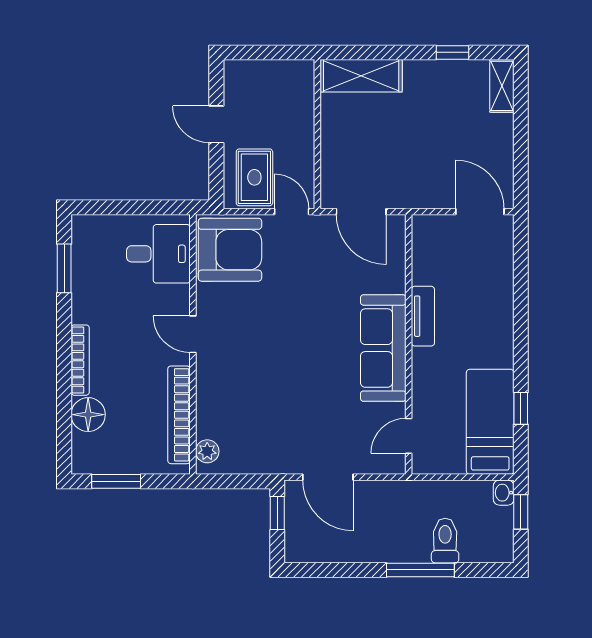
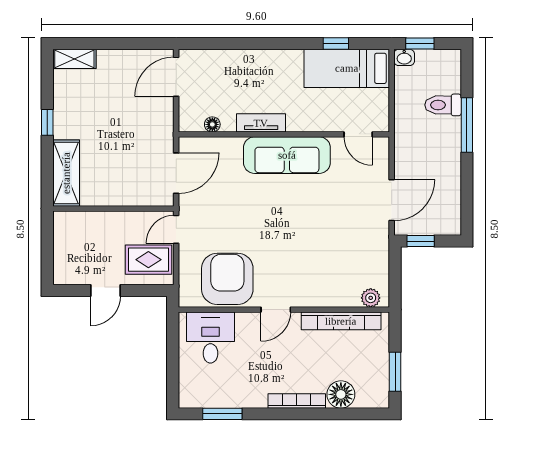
window: (453, 52) -> (47, 122), moved
armchair: (230, 250) -> (227, 279), moved
floor lamp: (421, 256) -> (212, 124), added

